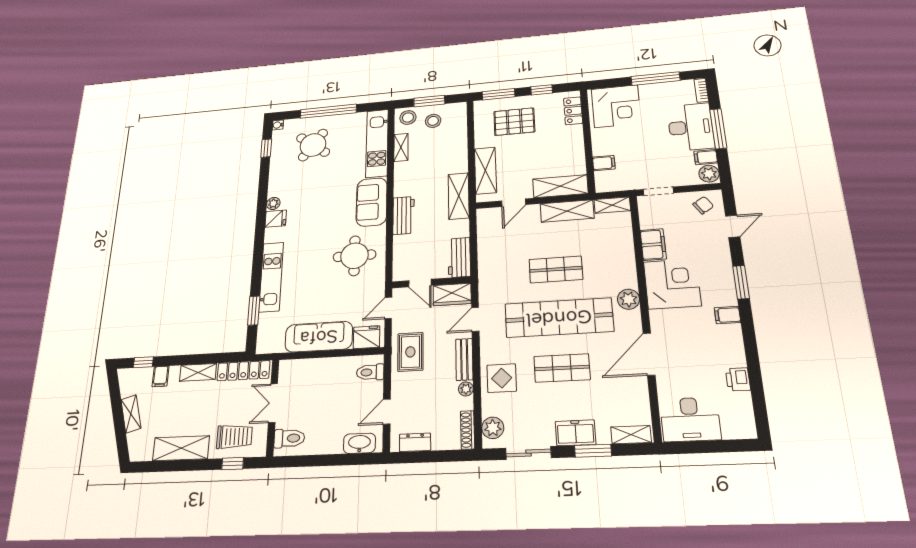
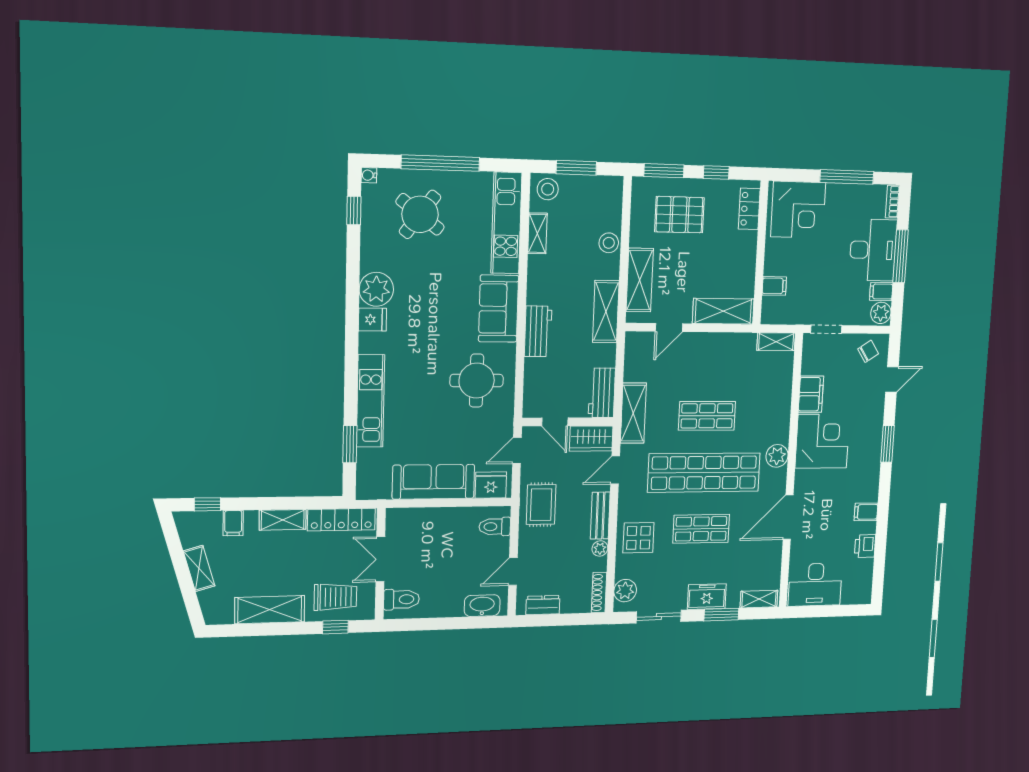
stool: (433, 121) -> (609, 243), moved
plant: (273, 203) -> (376, 289), width x1.88, depth x1.88
shelving: (567, 211) -> (633, 413), moved, turned 90
filing cabinet: (727, 315) -> (866, 512), moved

